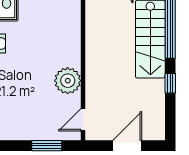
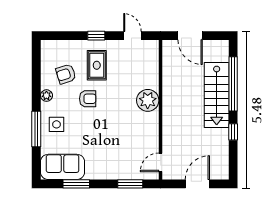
plant: (68, 81) -> (148, 100), moved

